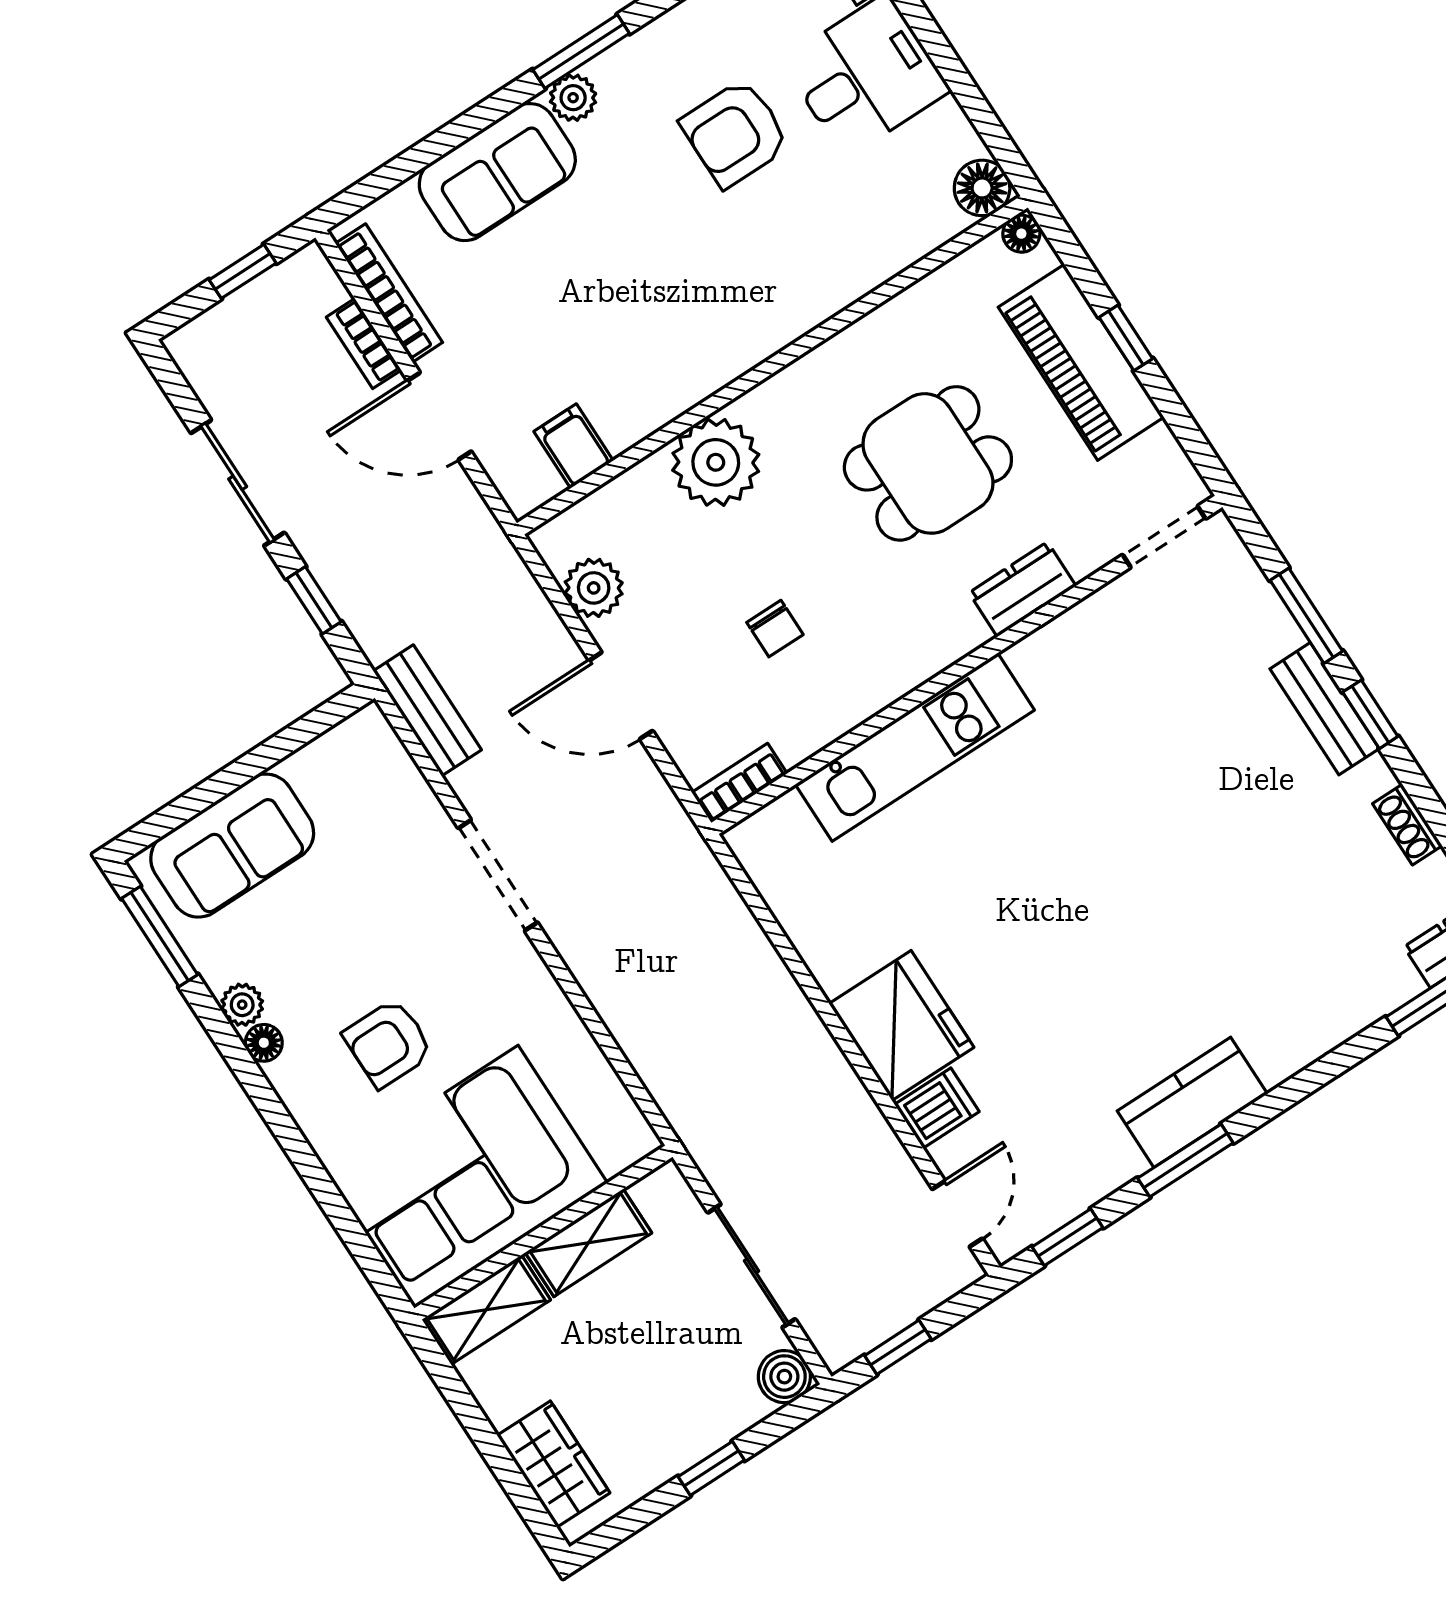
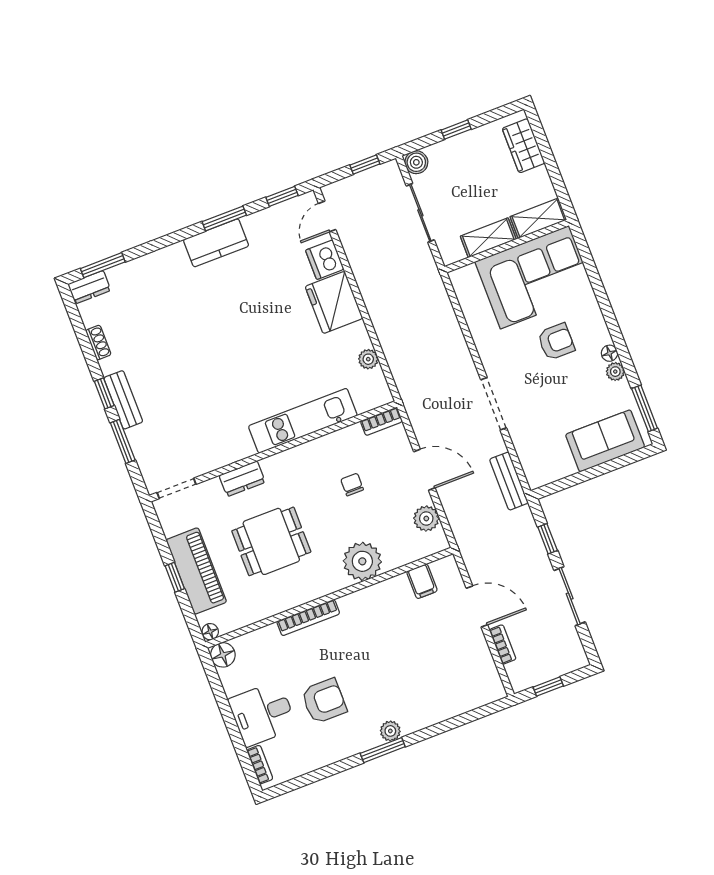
sofa: (497, 172) -> (430, 706), removed
bookcase: (389, 293) -> (308, 618), moved, turned -90
plant: (798, 915) -> (368, 359), added
dishwasher: (937, 1108) -> (325, 260), width x1.38

